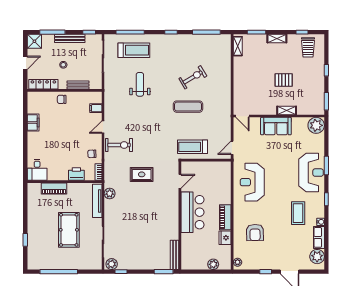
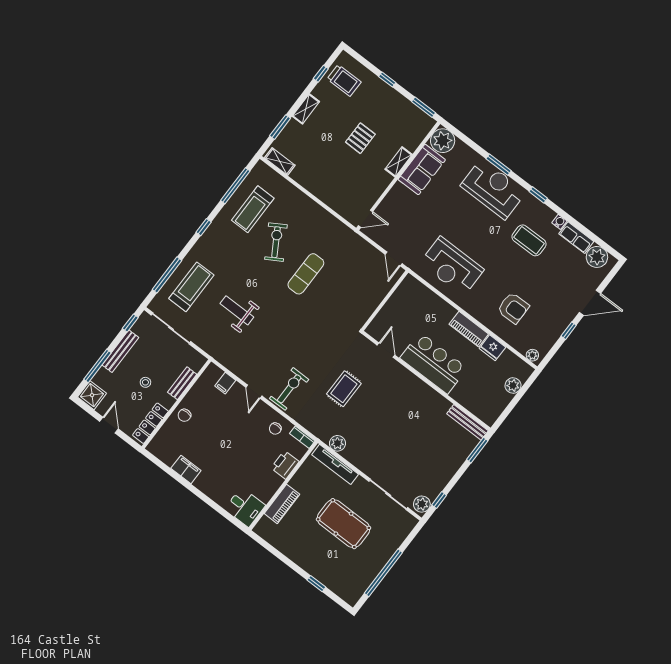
sofa: (276, 126) -> (422, 170), moved
treadmill: (193, 147) -> (253, 209), moved

